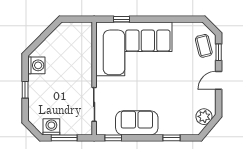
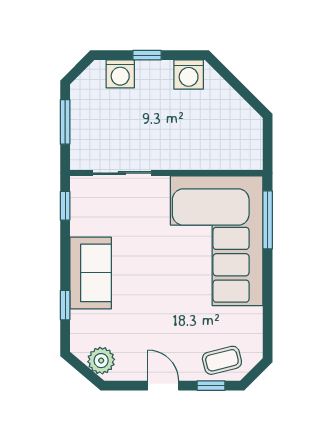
window: (122, 19) -> (268, 220), width x2.17
sofa: (137, 123) -> (91, 273), moved
washing machine: (51, 127) -> (120, 74), moved, turned 90

